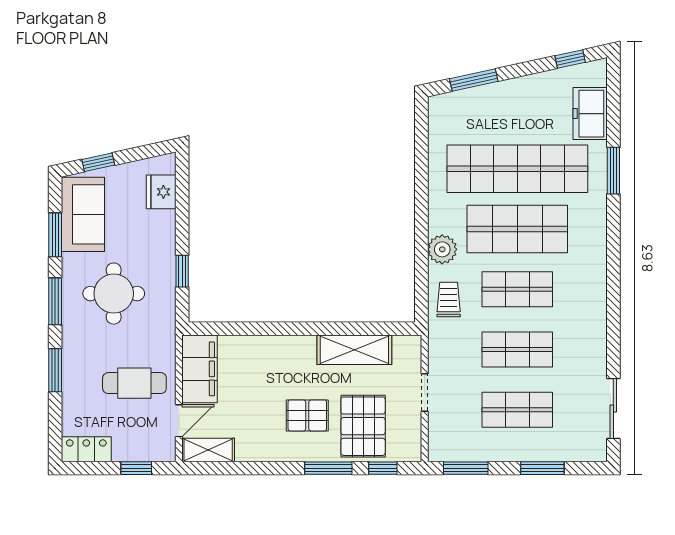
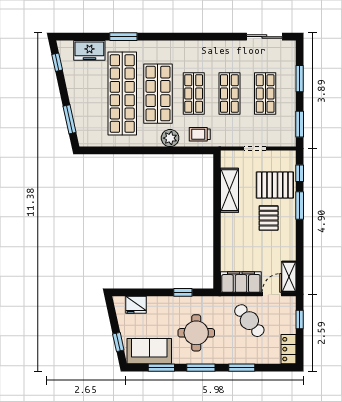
cafe table: (134, 383) -> (249, 321), turned -40
door: (179, 421) -> (272, 294), hinge flipped

